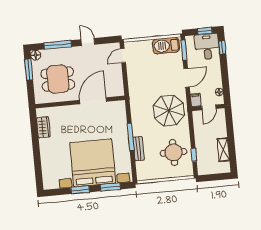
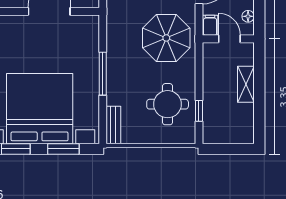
door: (209, 107) -> (229, 39), swing flipped
bench: (139, 149) -> (113, 125), moved
shelving: (223, 150) -> (246, 84), moved

